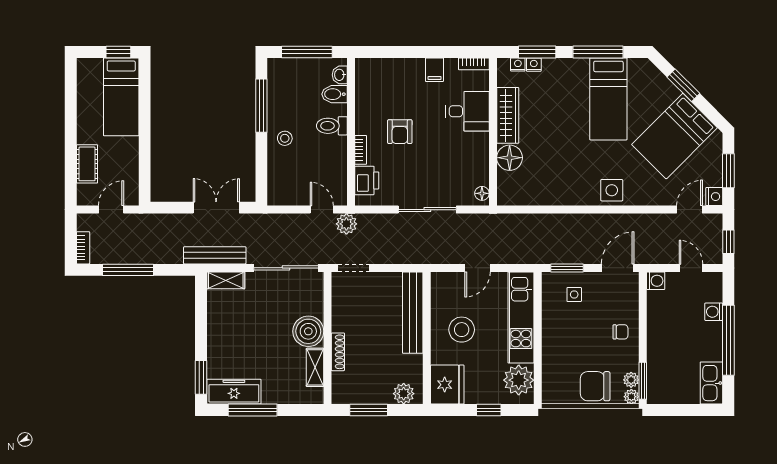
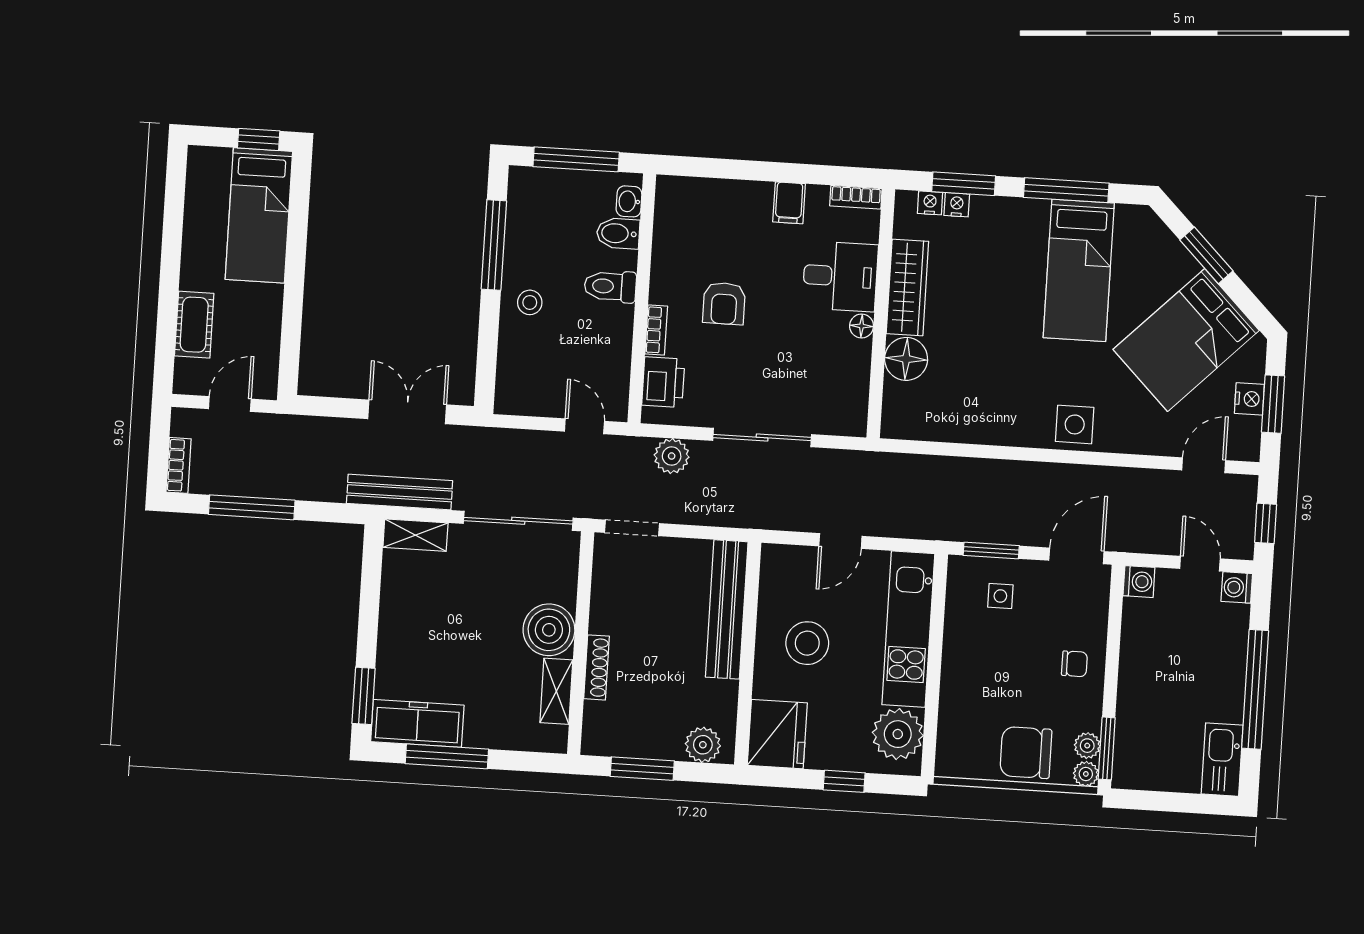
floor lamp: (482, 193) -> (862, 326), moved
nightstand: (714, 197) -> (1249, 399), moved
plant: (346, 224) -> (672, 456), moved
washing machine: (714, 312) -> (1237, 587), moved

